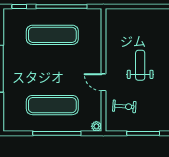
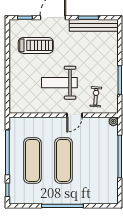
weight bench: (140, 65) -> (59, 83), width x1.36, depth x1.33
exercise mat: (52, 105) -> (64, 160), moved

